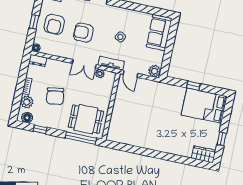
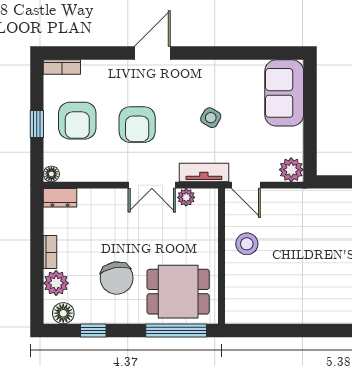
armchair: (83, 33) -> (137, 125), turned -90
chair: (55, 96) -> (117, 278), moved
stool: (125, 103) -> (247, 244), added

